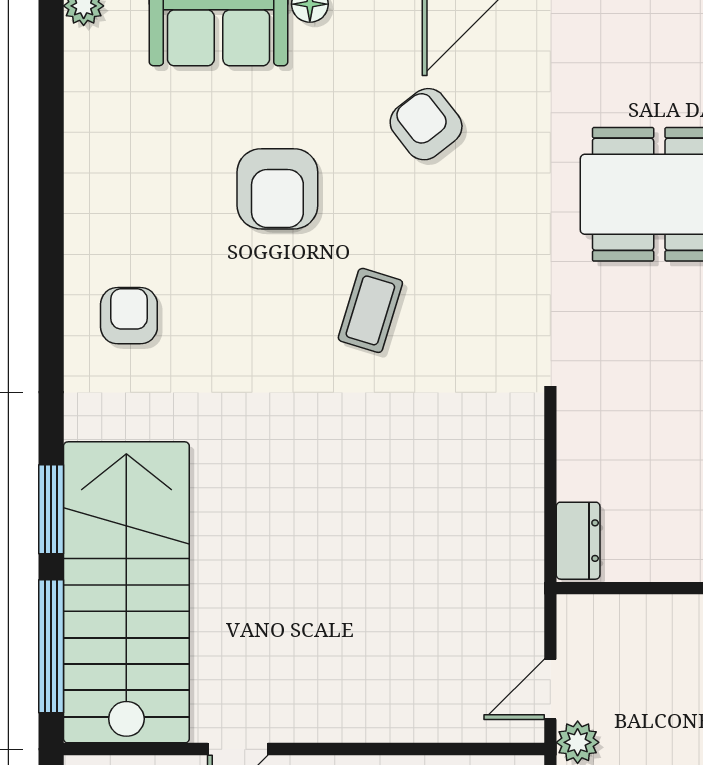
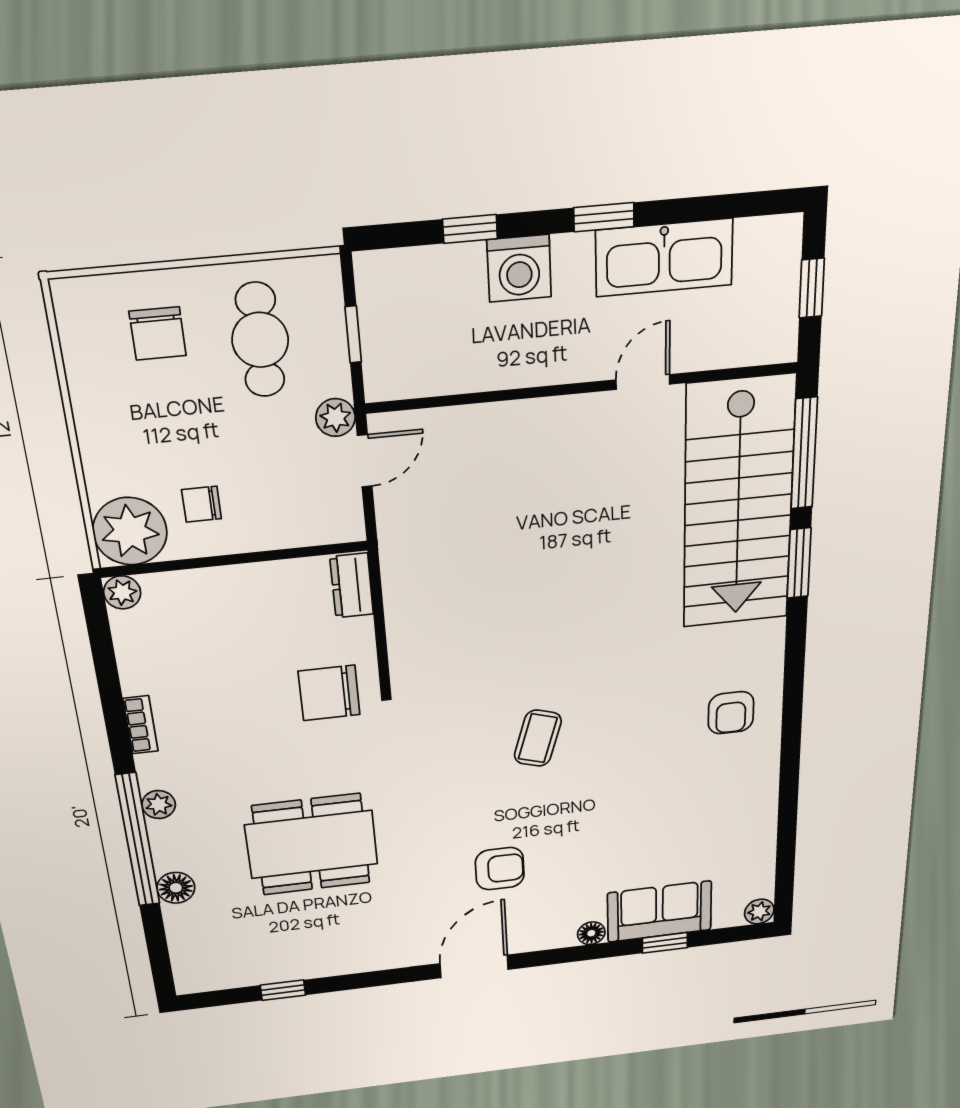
armchair: (426, 124) -> (500, 869), turned -52
armchair: (277, 189) -> (614, 813), removed
chair: (617, 405) -> (329, 693), added

